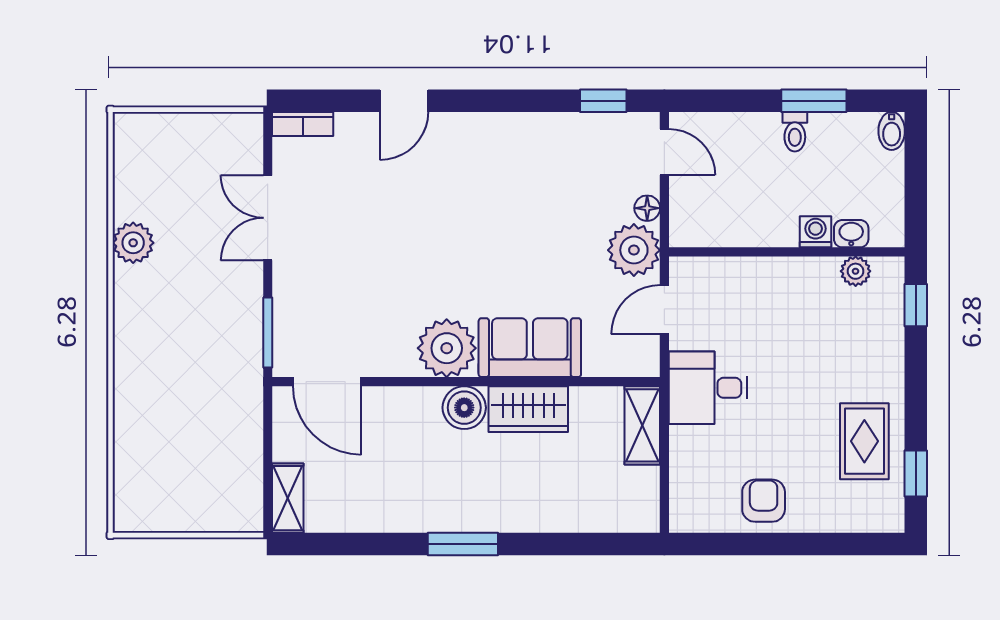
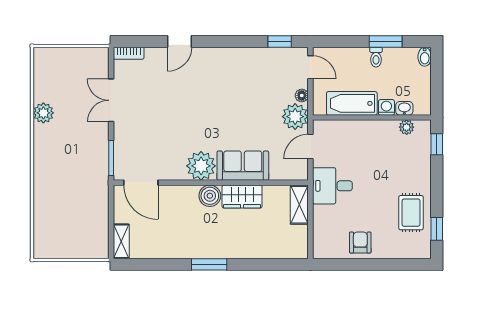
bathtub: (747, 224) -> (352, 103), added

